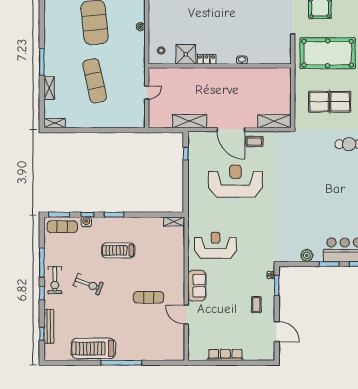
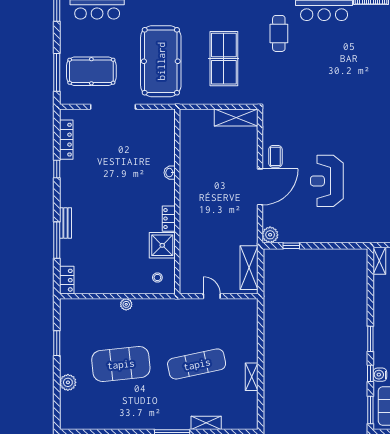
shelving: (190, 121) -> (249, 268), moved
shelving: (274, 121) -> (236, 118), moved, turned 90
shelving: (55, 123) -> (252, 377), moved
plant: (194, 137) -> (270, 235), added
reception desk: (236, 181) -> (327, 181), width x0.74, depth x0.77

